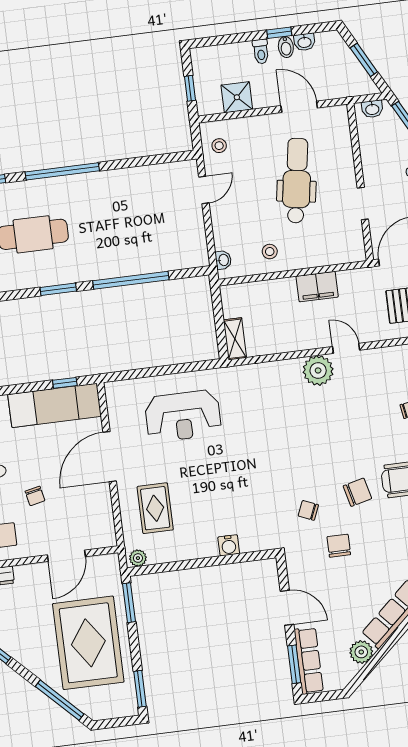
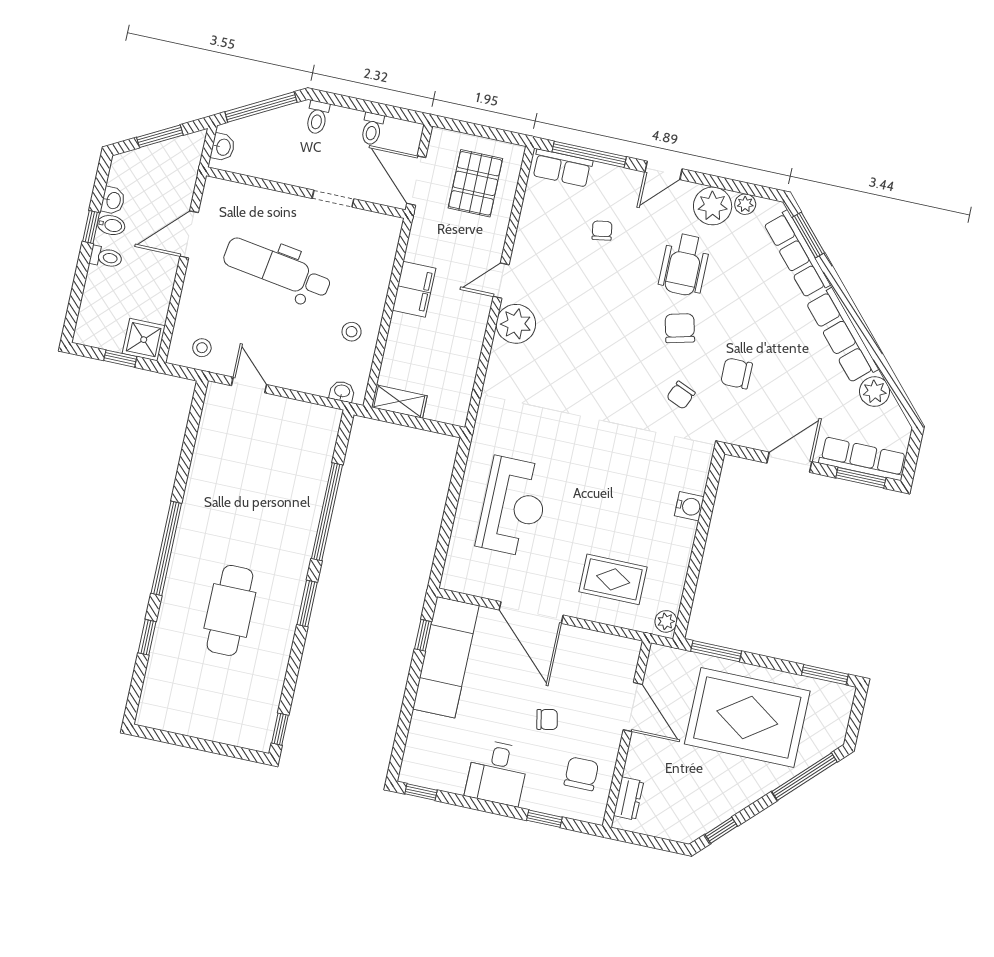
shower: (237, 97) -> (144, 340), moved
shelving: (235, 339) -> (399, 401), moved

